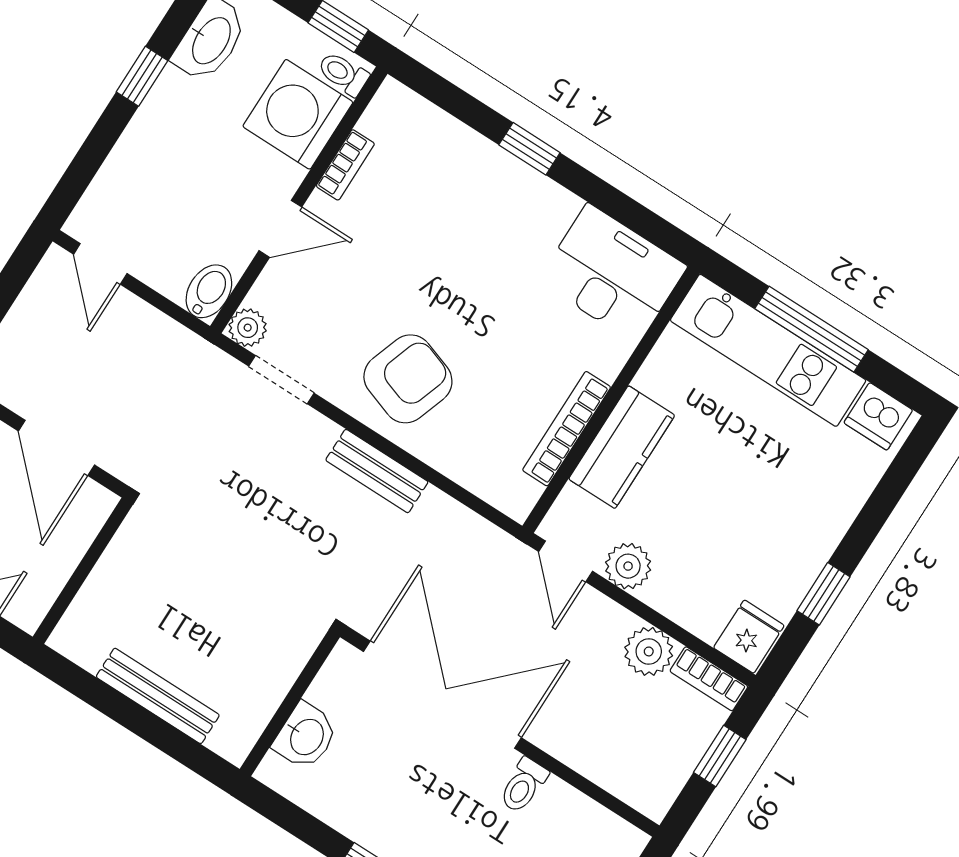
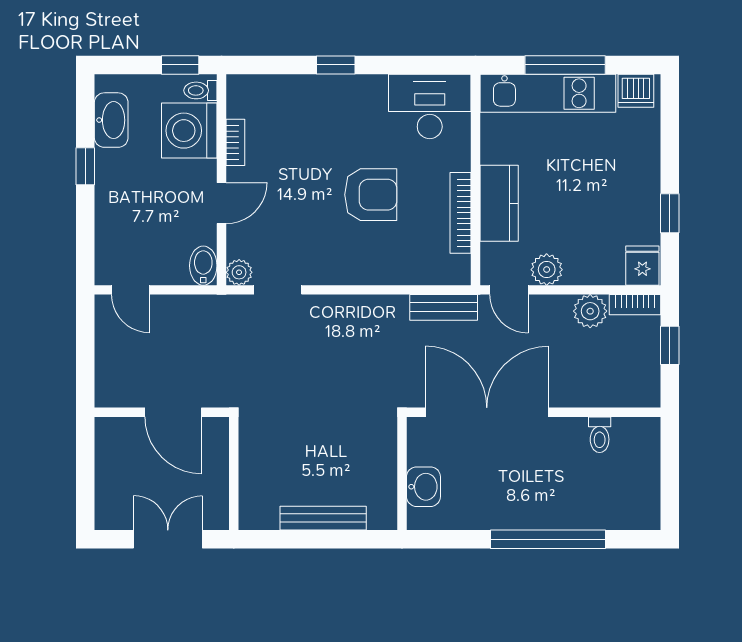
armchair: (408, 379) -> (371, 195), moved, turned 71
bench: (377, 471) -> (444, 307), moved
toilet: (523, 785) -> (600, 435), moved

